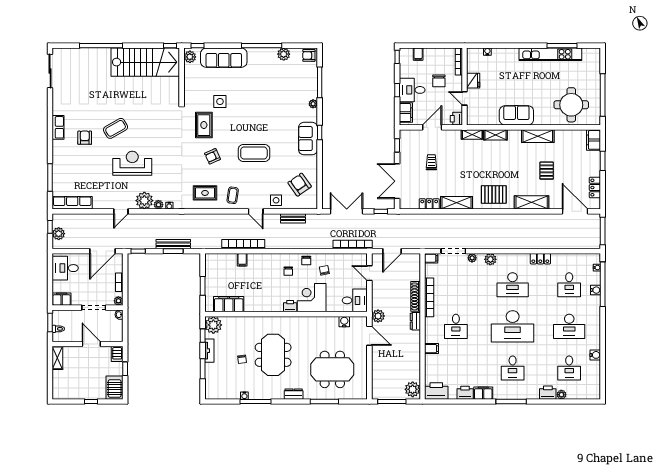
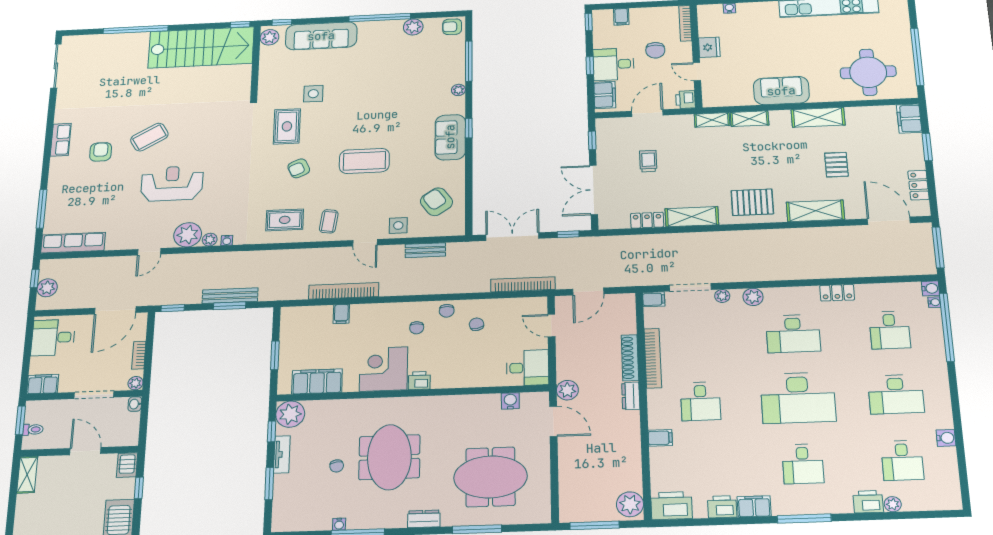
water cooler: (596, 290) -> (930, 288), moved
corner desk: (312, 298) -> (384, 369), moved

